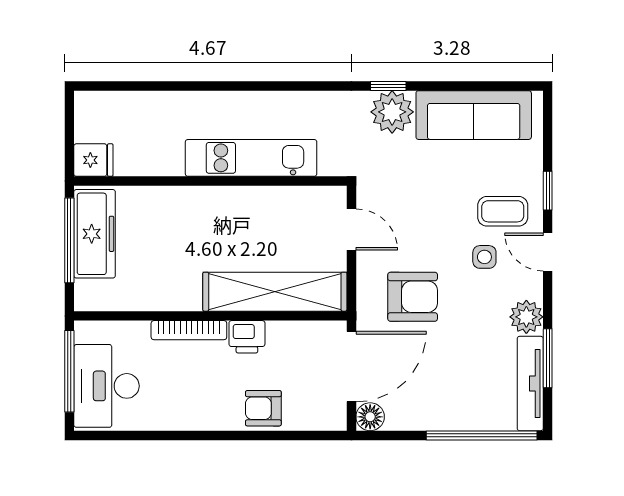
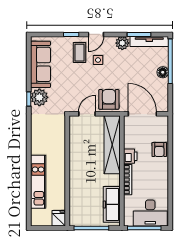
kitchen unit: (251, 158) -> (38, 182), moved, turned 180
freezer: (95, 234) -> (112, 204), moved, turned -90
armchair: (413, 297) -> (109, 99), moved
floor lamp: (370, 417) -> (163, 72), moved

